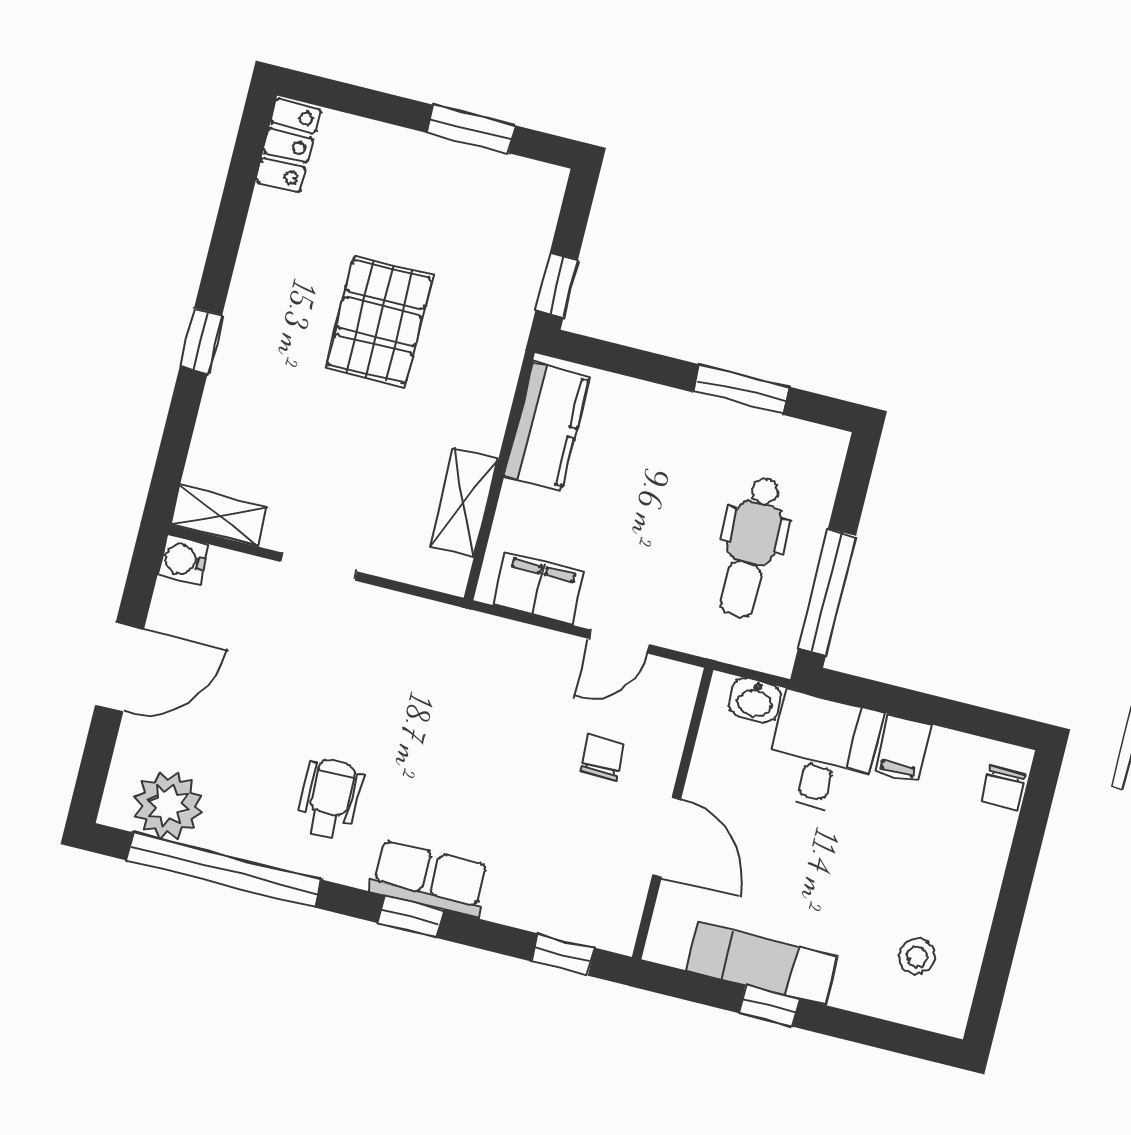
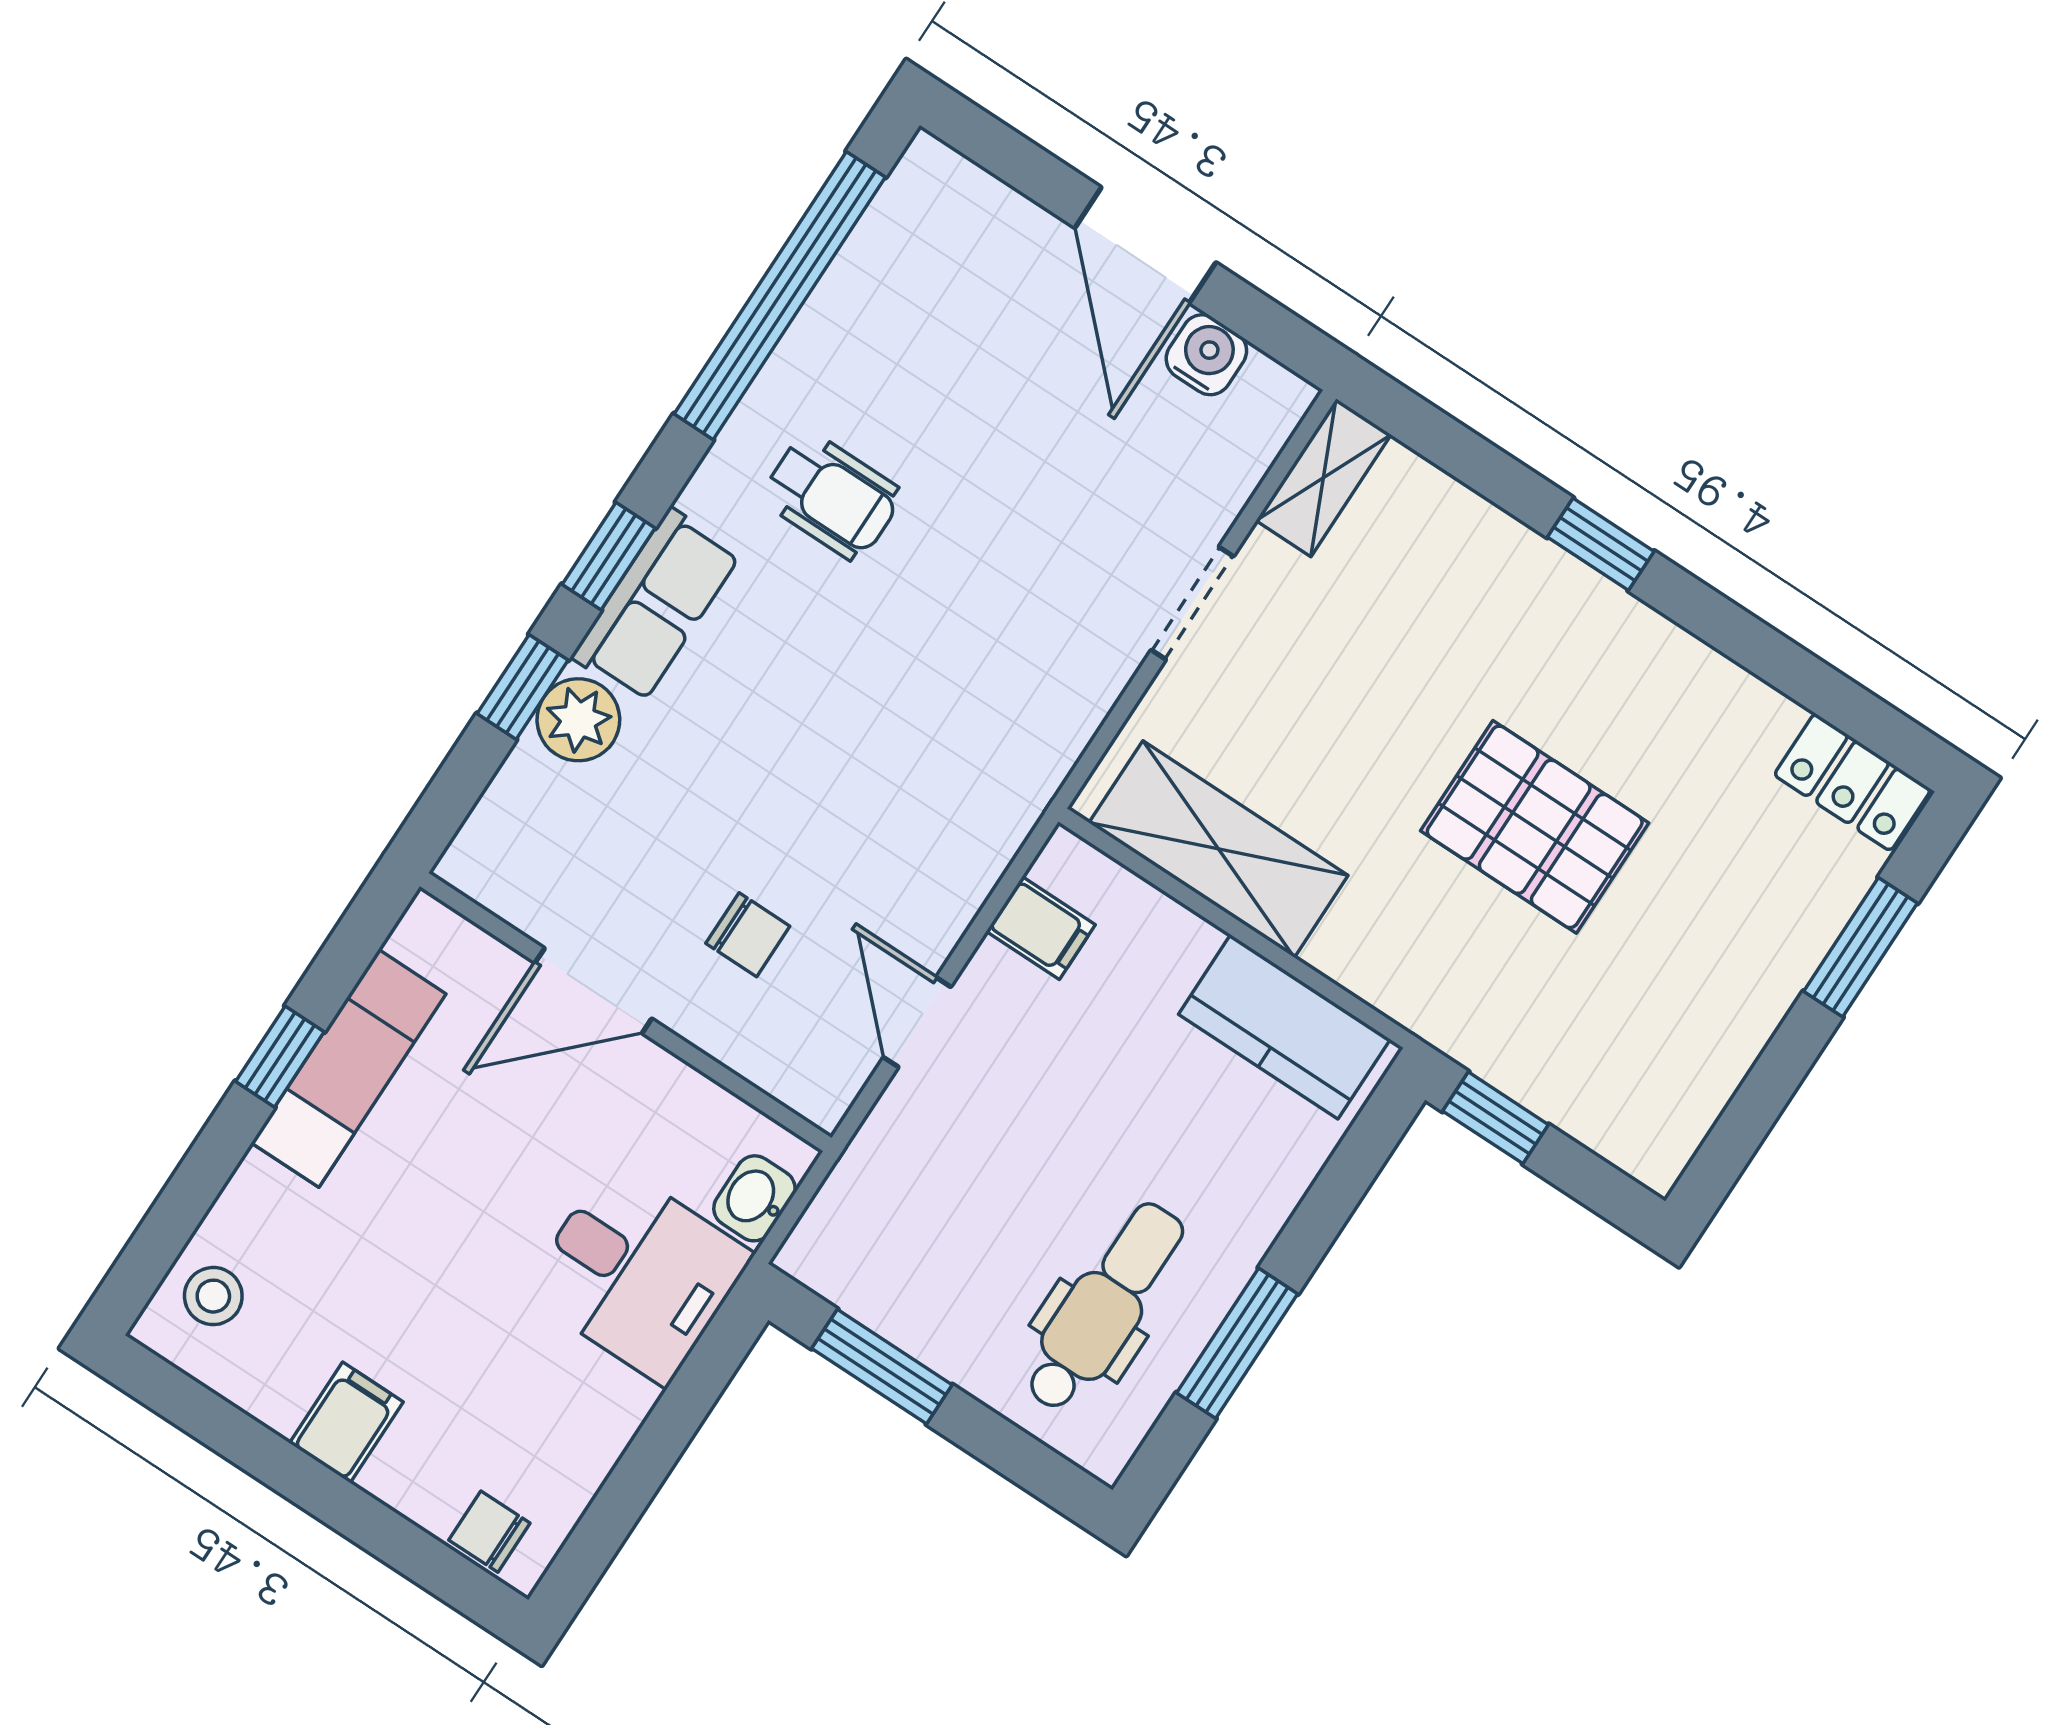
window: (471, 129) -> (1860, 947), moved
shelving: (464, 503) -> (1219, 849), width x1.50, depth x1.33
dental chair: (751, 547) -> (1104, 1307), moved, turned 90
water cooler: (183, 560) -> (1206, 355), moved
filing cabinet: (539, 589) -> (1041, 928), width x0.50
window: (827, 592) -> (882, 1367), width x0.69
filing cabinet: (903, 748) -> (346, 1422), moved, turned 90
plant: (168, 805) -> (578, 720), moved, width x0.73, depth x0.73
window: (563, 954) -> (523, 687), moved
stool: (917, 956) -> (213, 1296), moved

